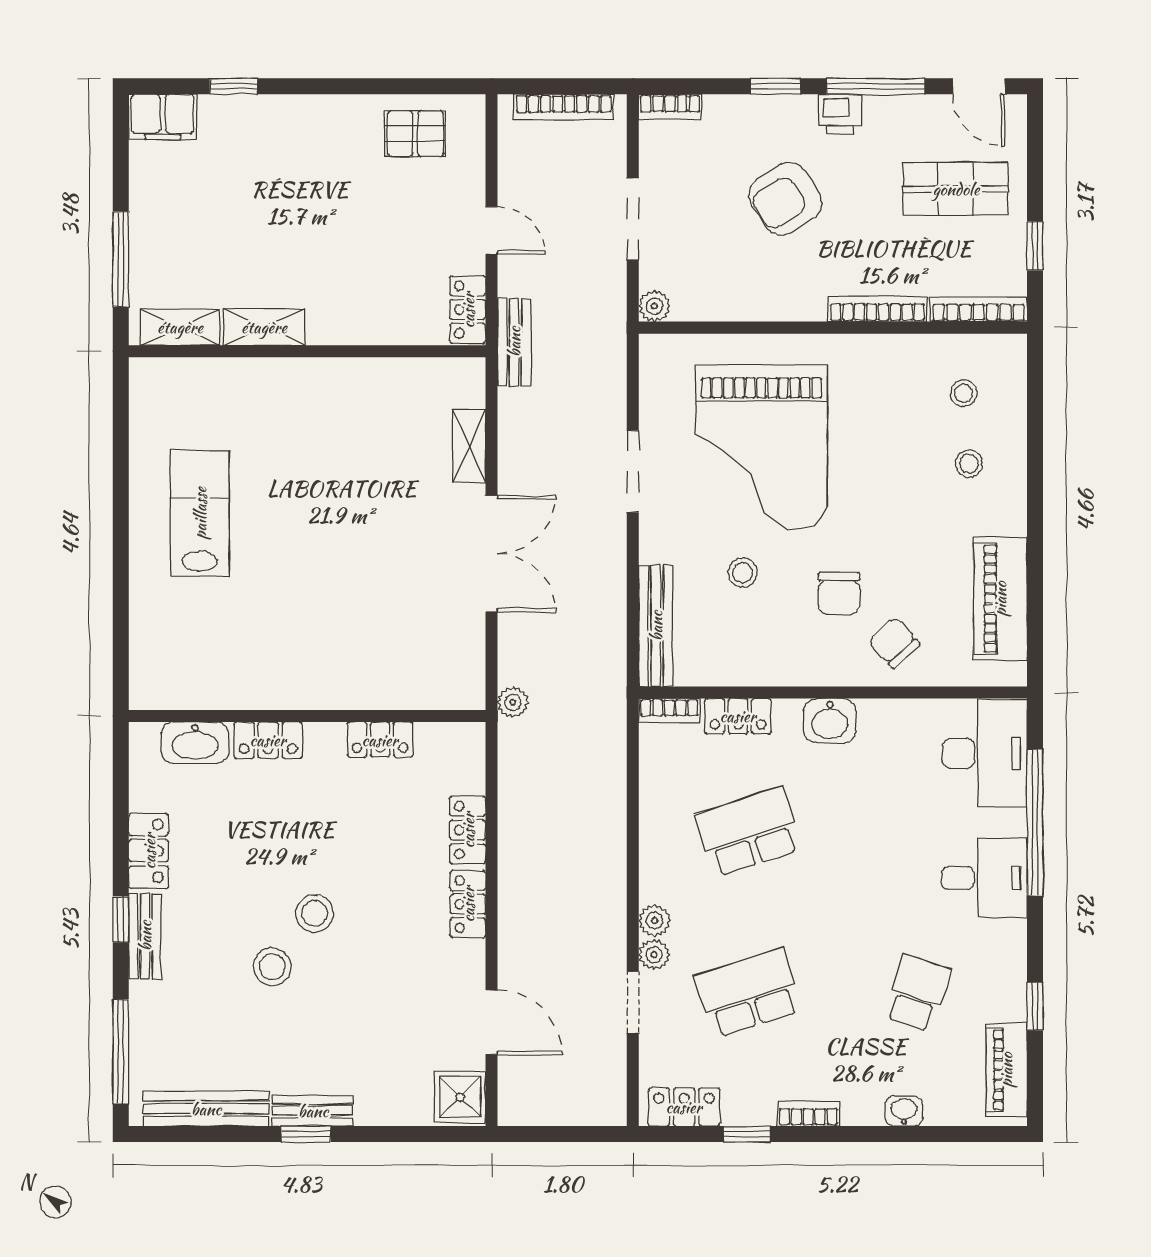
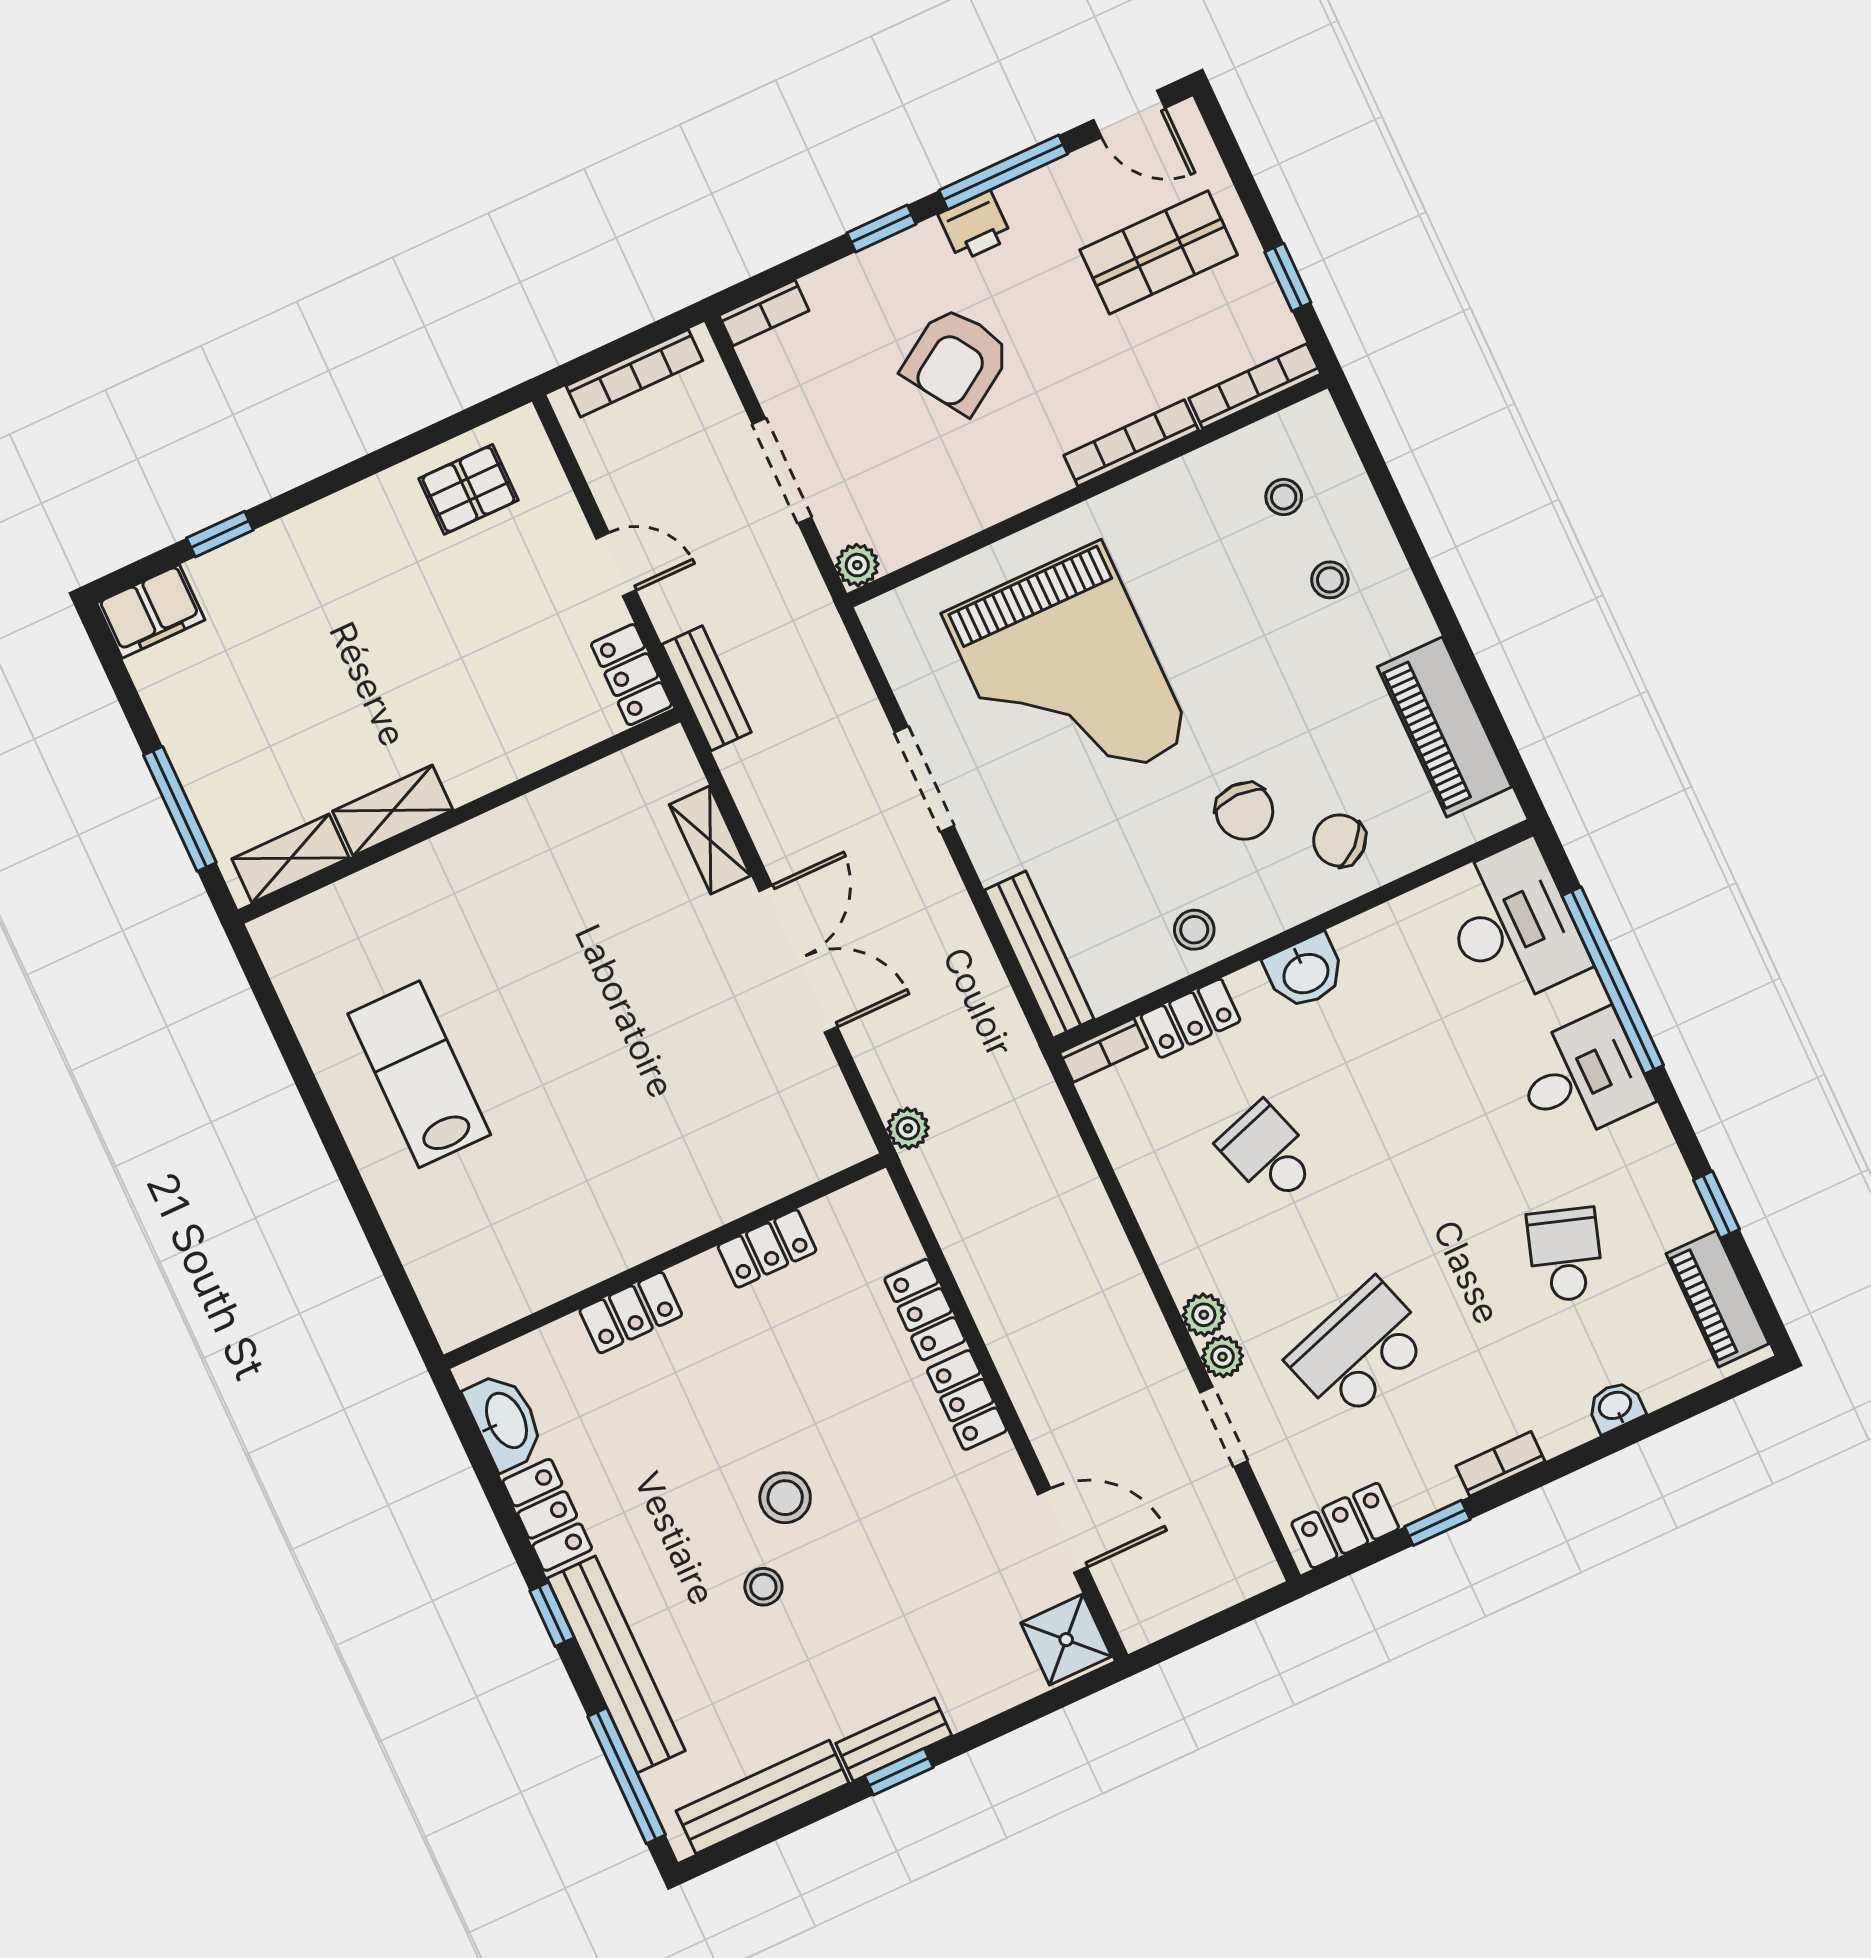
stool: (743, 573) -> (1194, 930), moved
washbasin: (195, 743) -> (505, 1421), moved, turned -90
school desk: (749, 832) -> (1269, 1153), width x0.54
bench: (145, 936) -> (616, 1664), width x1.86, depth x1.21
stool: (272, 967) -> (763, 1587), width x0.73, depth x0.73

